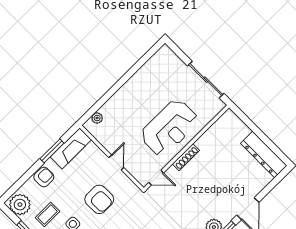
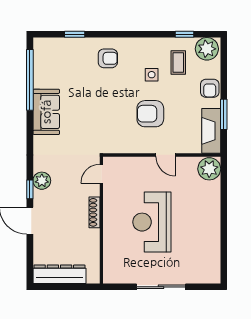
plant: (97, 118) -> (209, 169), width x1.88, depth x1.88
wall: (186, 148) -> (101, 220), moved
shoe rack: (186, 157) -> (94, 212), moved
door: (156, 178) -> (101, 174), moved

